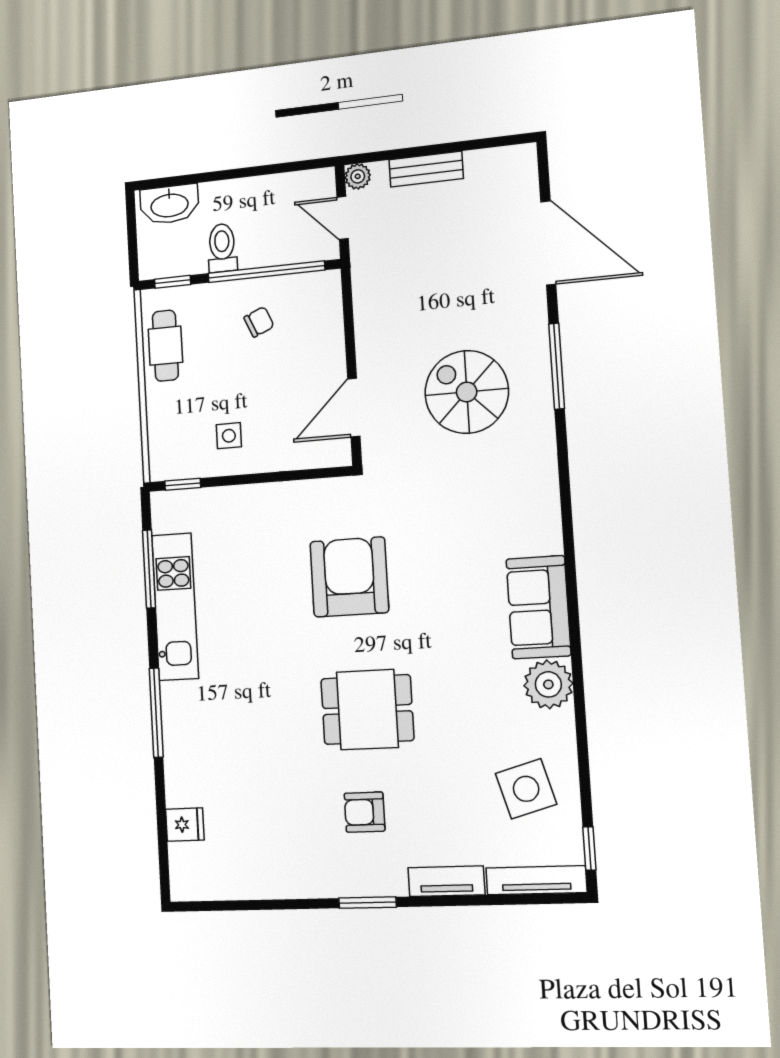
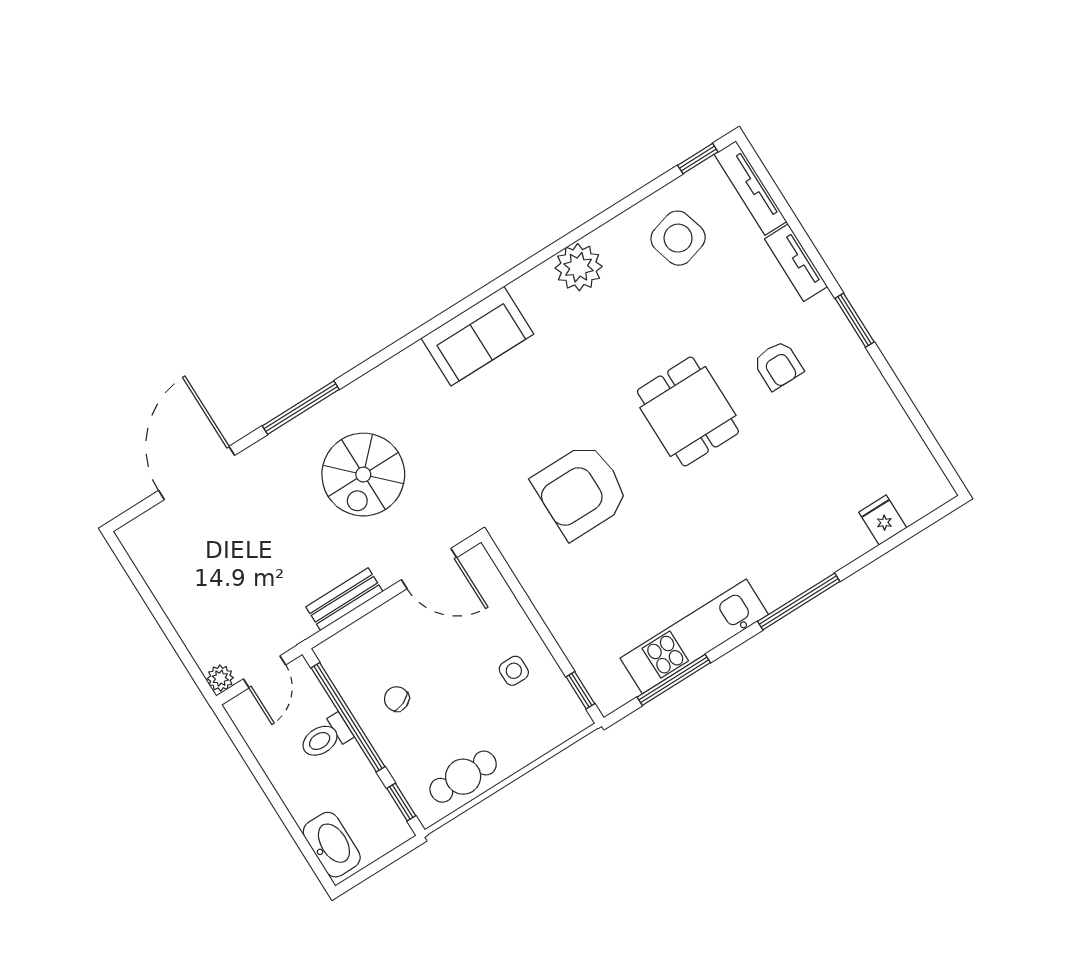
bench: (426, 169) -> (344, 599), moved, turned 90
toilet: (222, 248) -> (325, 737), moved
sofa: (538, 607) -> (477, 336), moved

